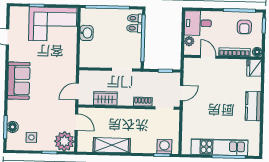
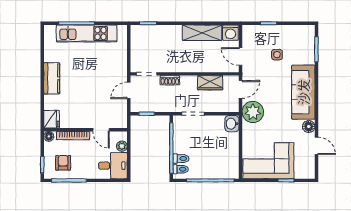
washbasin: (86, 33) -> (232, 124), moved
sofa: (19, 81) -> (303, 92), width x1.36
floor lamp: (13, 127) -> (309, 126), moved
side table: (31, 137) -> (277, 55), moved
plant: (64, 141) -> (253, 112), moved
washing machine: (164, 146) -> (230, 33), moved

